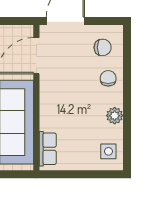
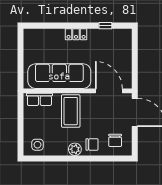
coffee table: (63, 107) -> (71, 111), added
plant: (115, 116) -> (75, 149), moved

